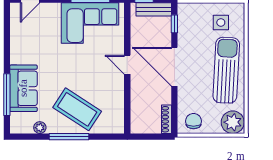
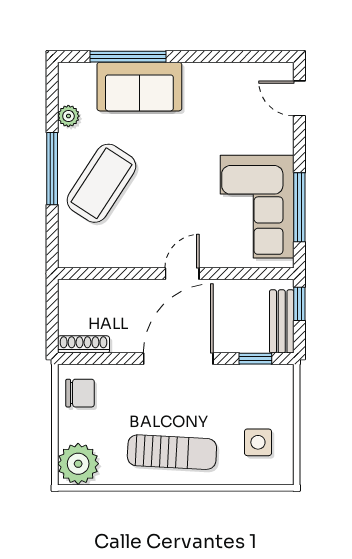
sun lounger: (226, 70) -> (172, 452), width x0.73, depth x0.75

